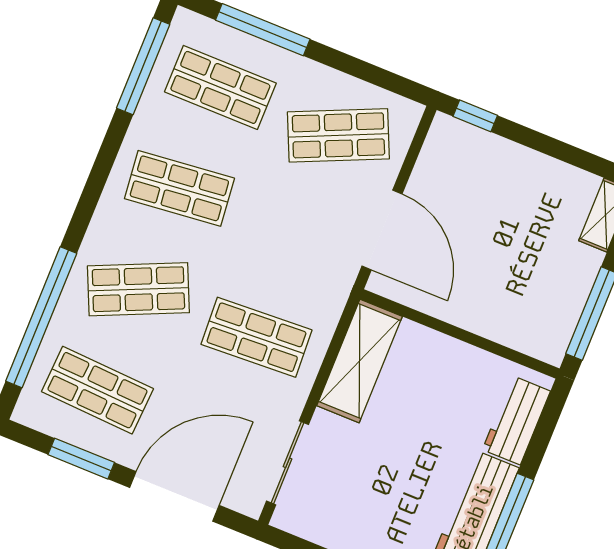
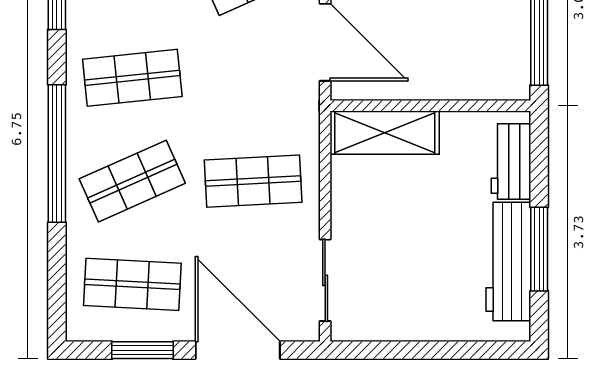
window: (41, 317) -> (57, 153), moved
shelving: (359, 361) -> (385, 133), moved, turned 90
door: (174, 496) -> (238, 350), hinge flipped

